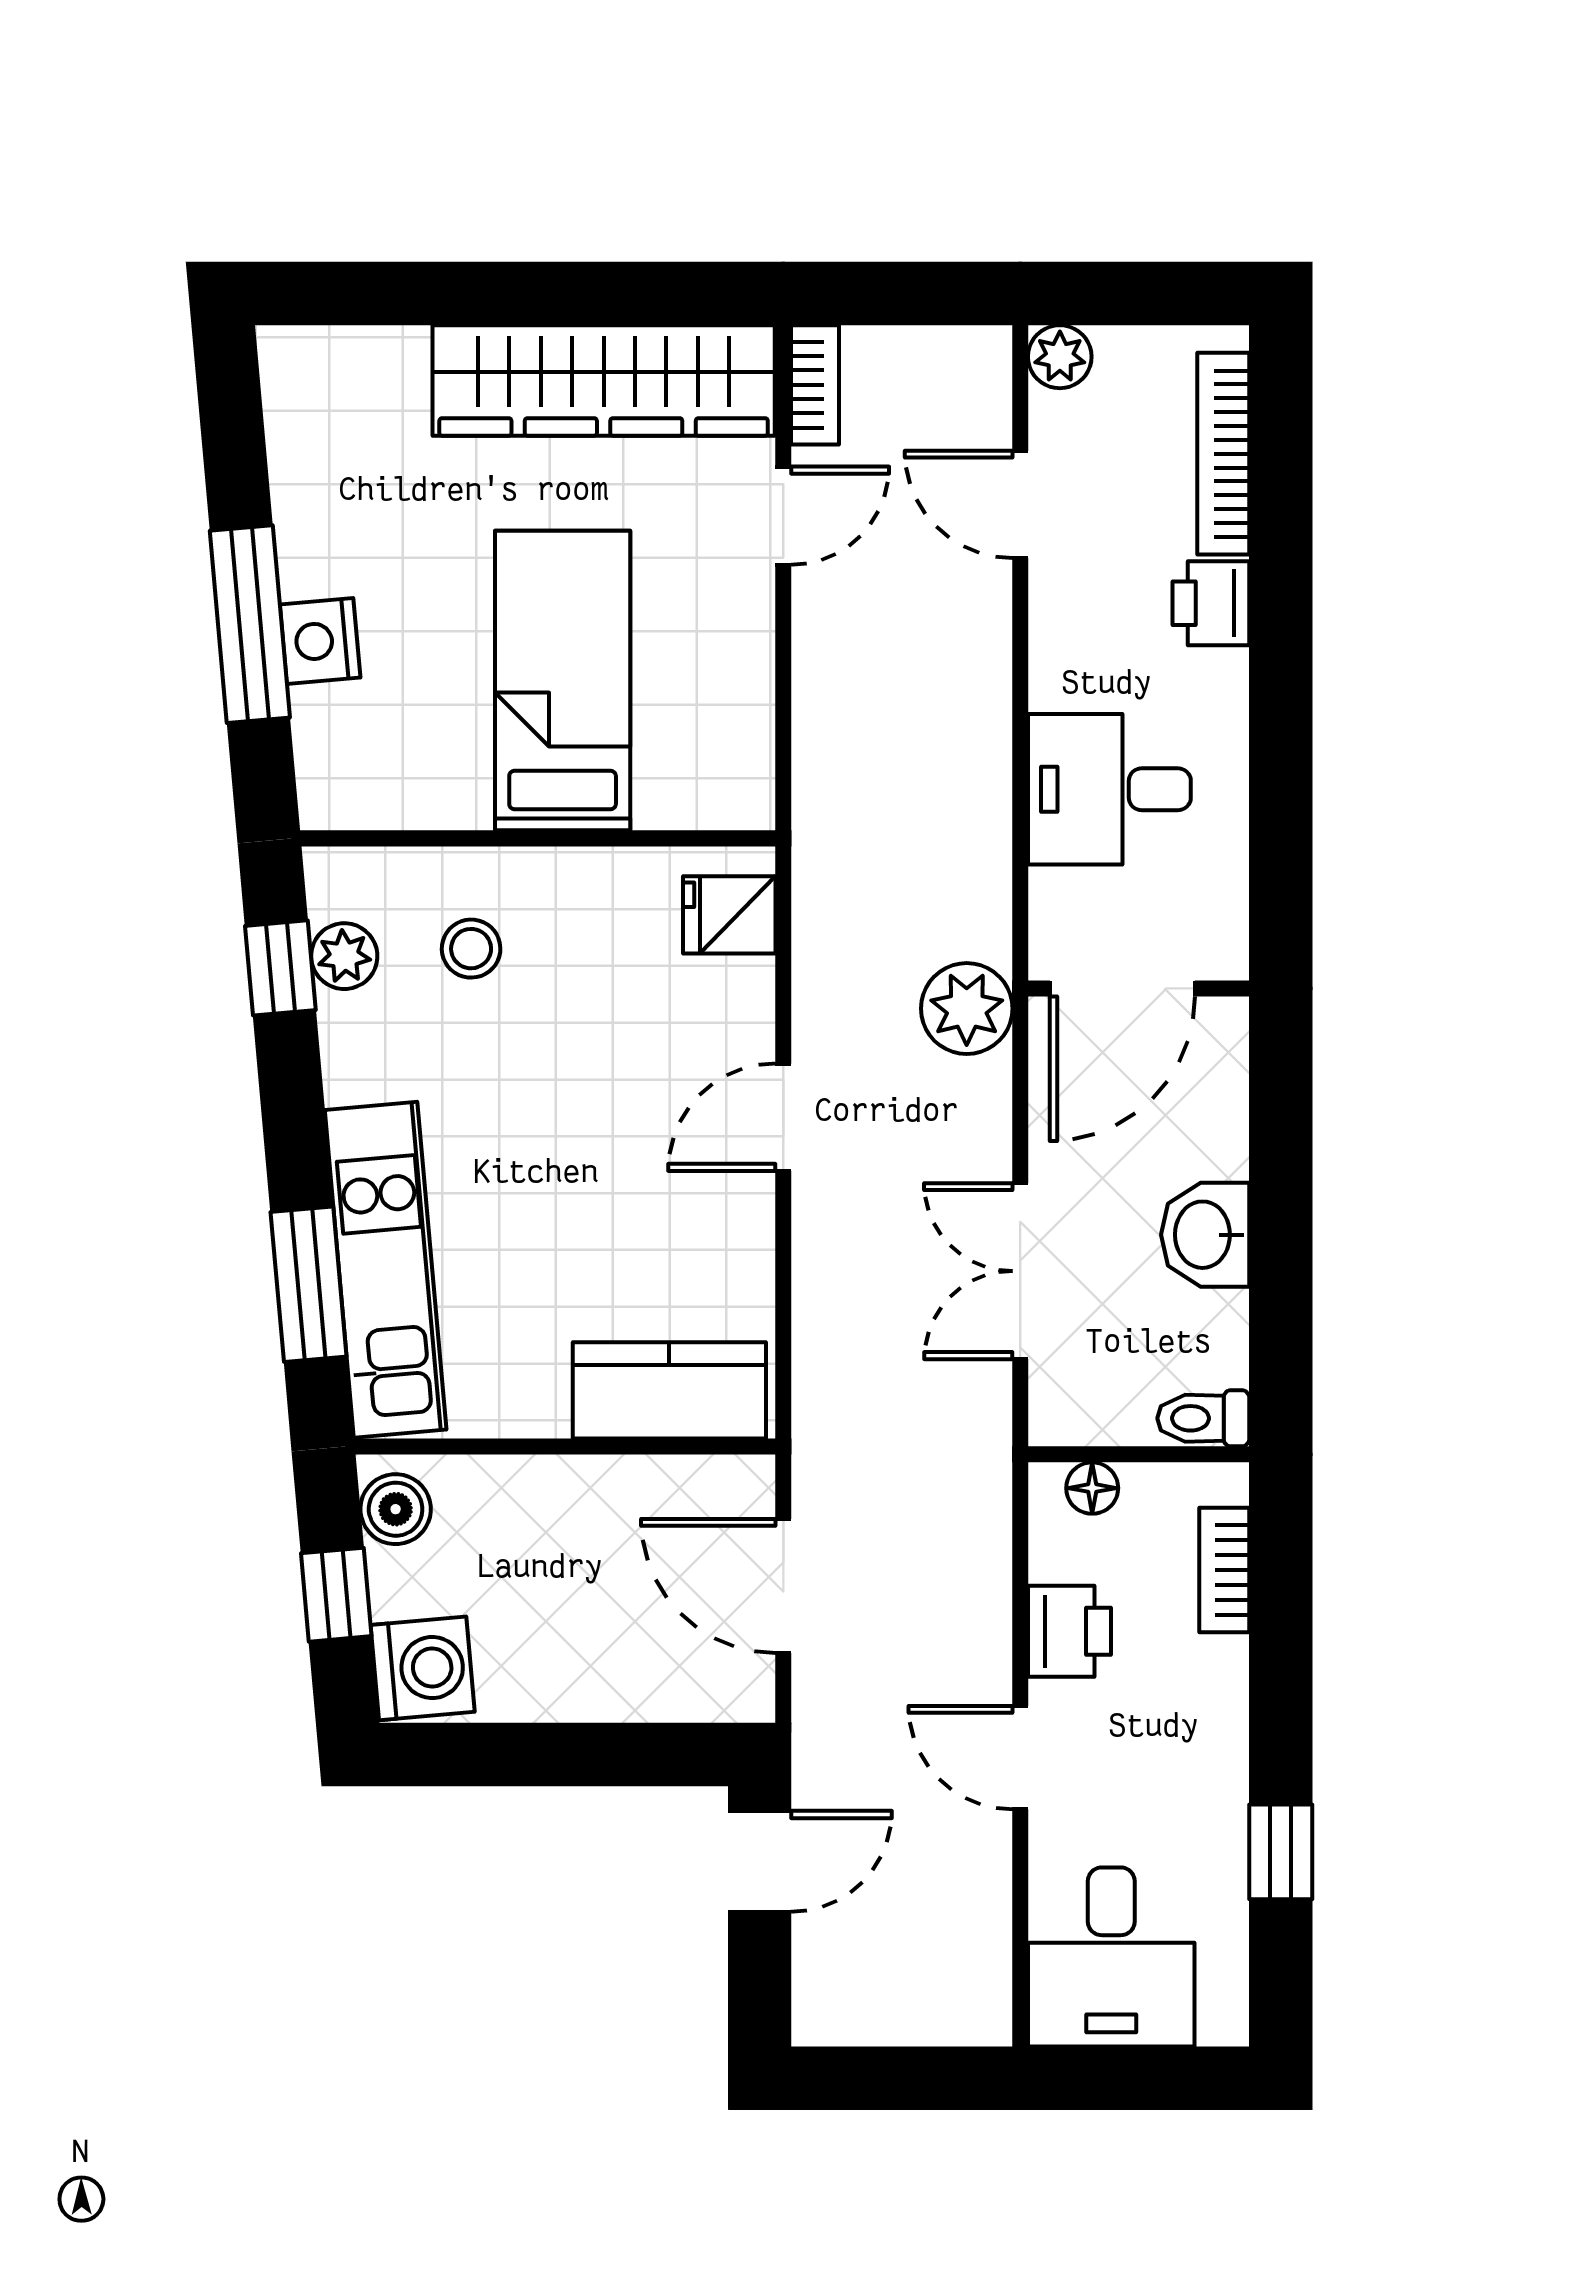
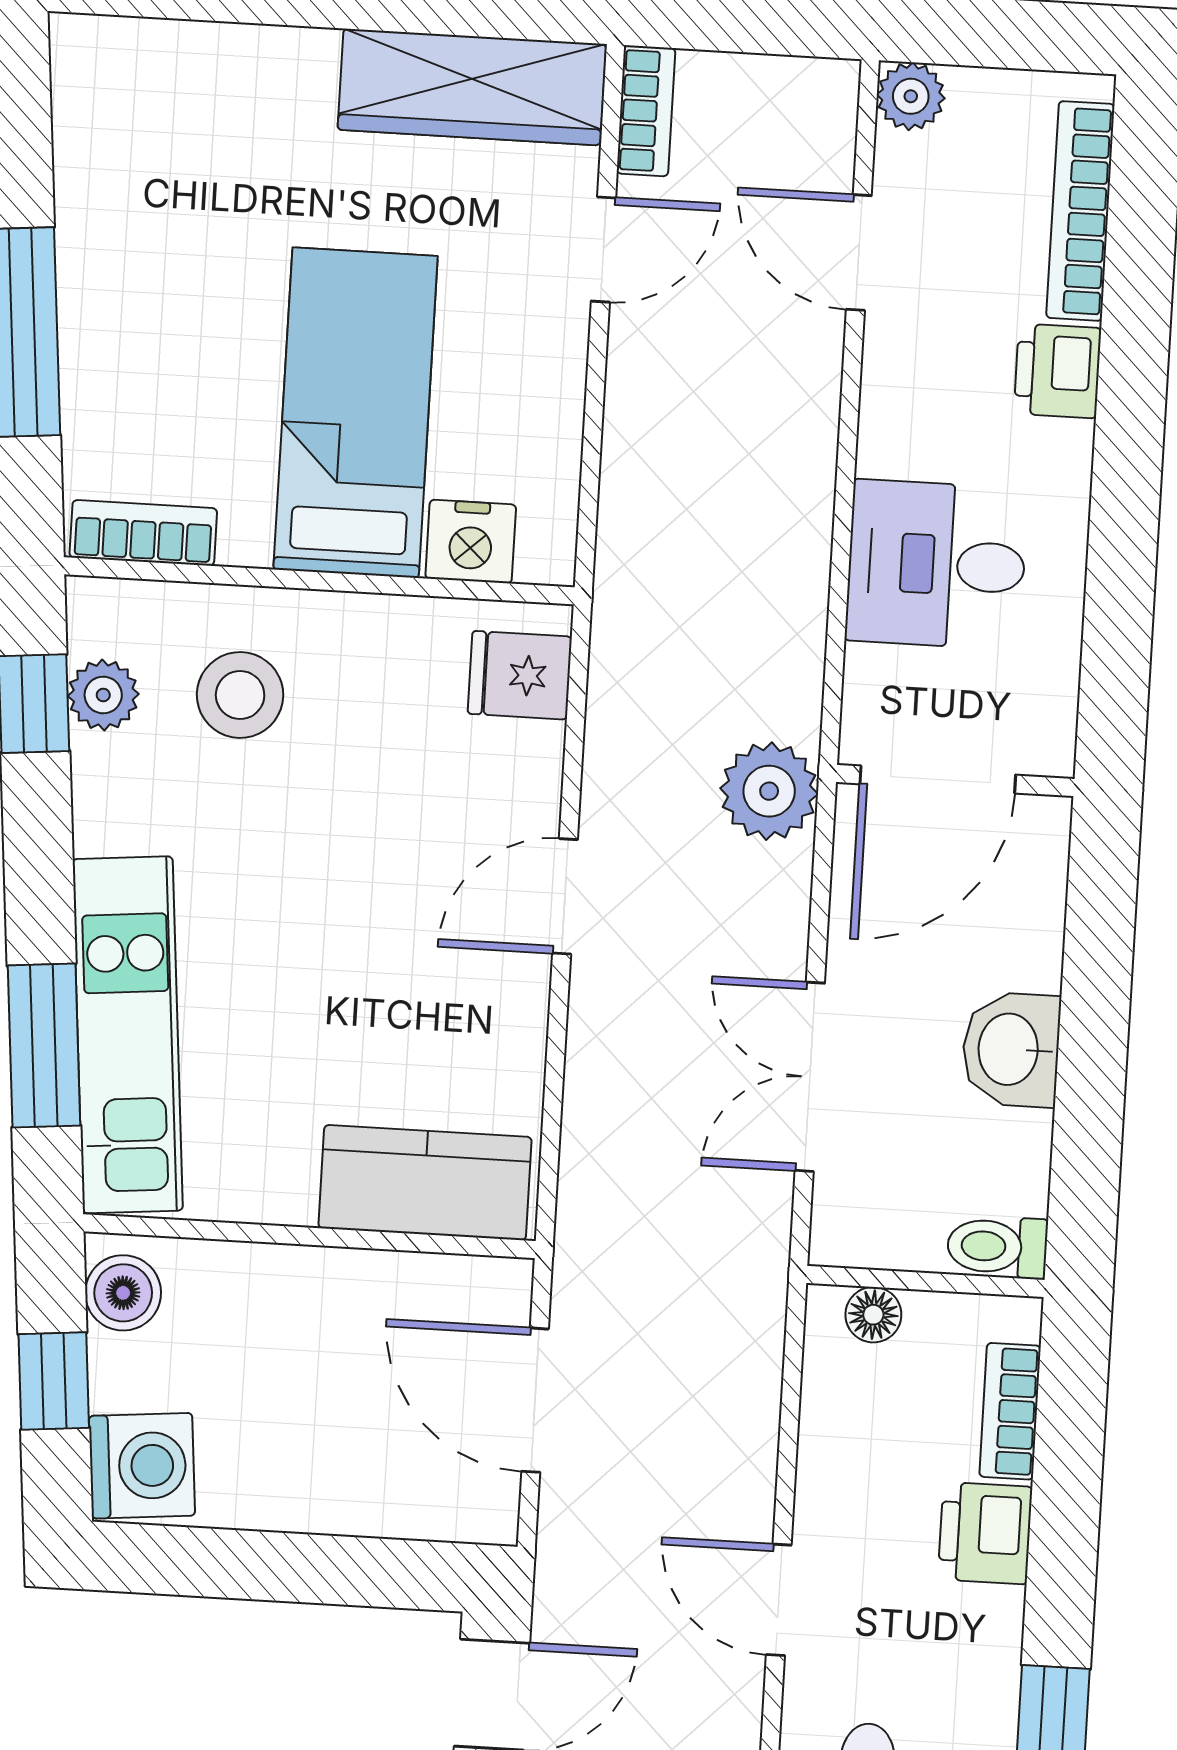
wardrobe: (604, 380) -> (472, 87), width x0.71, depth x0.85
nightstand: (320, 641) -> (471, 542), moved, turned -85
bookcase: (372, 804) -> (143, 533), added
stool: (471, 949) -> (240, 695), width x1.37, depth x1.37
printer: (1070, 1631) -> (985, 1533), moved, turned 180

